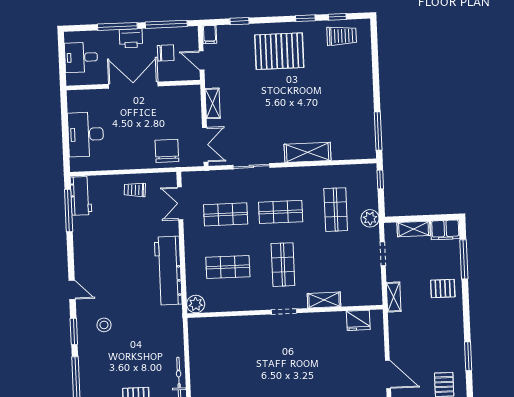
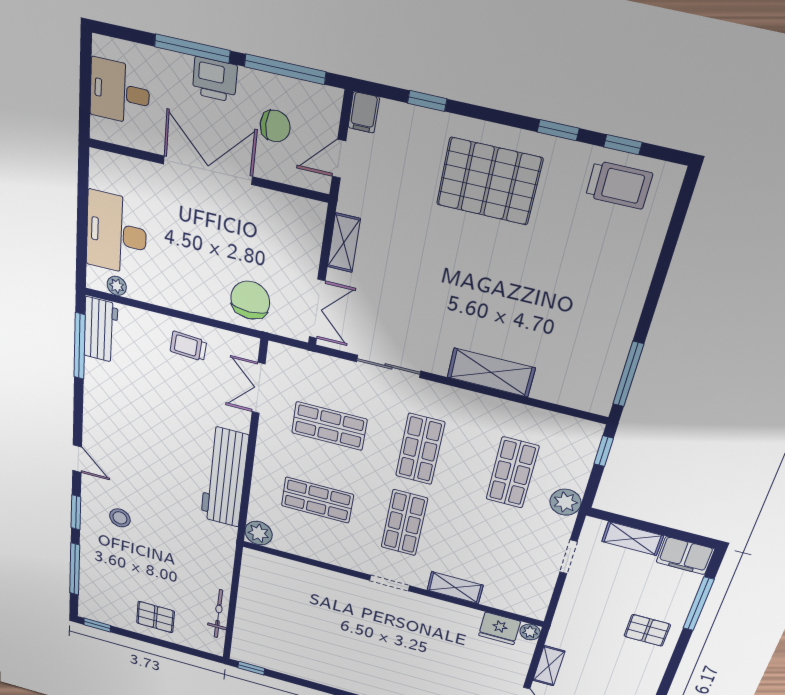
door: (202, 60) -> (339, 159), hinge flipped
plant: (88, 165) -> (117, 286), added
shop shelf: (281, 212) -> (420, 449), turned 90
shelving: (394, 297) -> (549, 666), moved
plant: (377, 316) -> (530, 632), added

